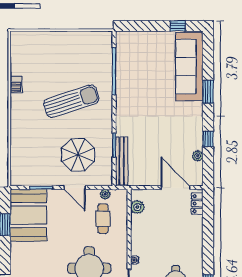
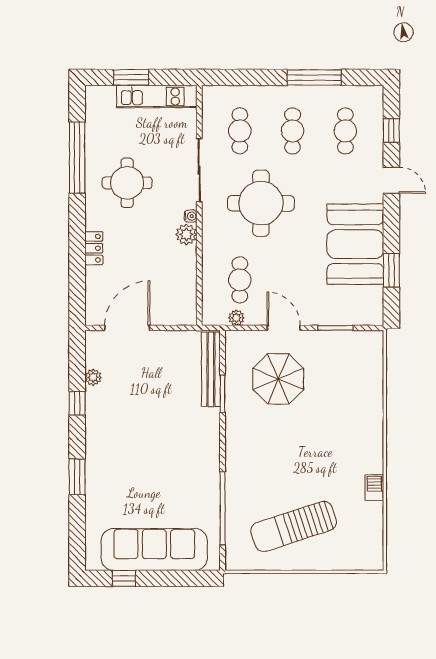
sofa: (189, 66) -> (154, 550), moved, turned -90
sun lounger: (71, 101) -> (294, 526), moved
door: (176, 188) -> (127, 328), swing flipped
locker: (197, 204) -> (94, 248), moved
plant: (137, 207) -> (186, 234), moved
booth: (28, 215) -> (355, 244), moved

